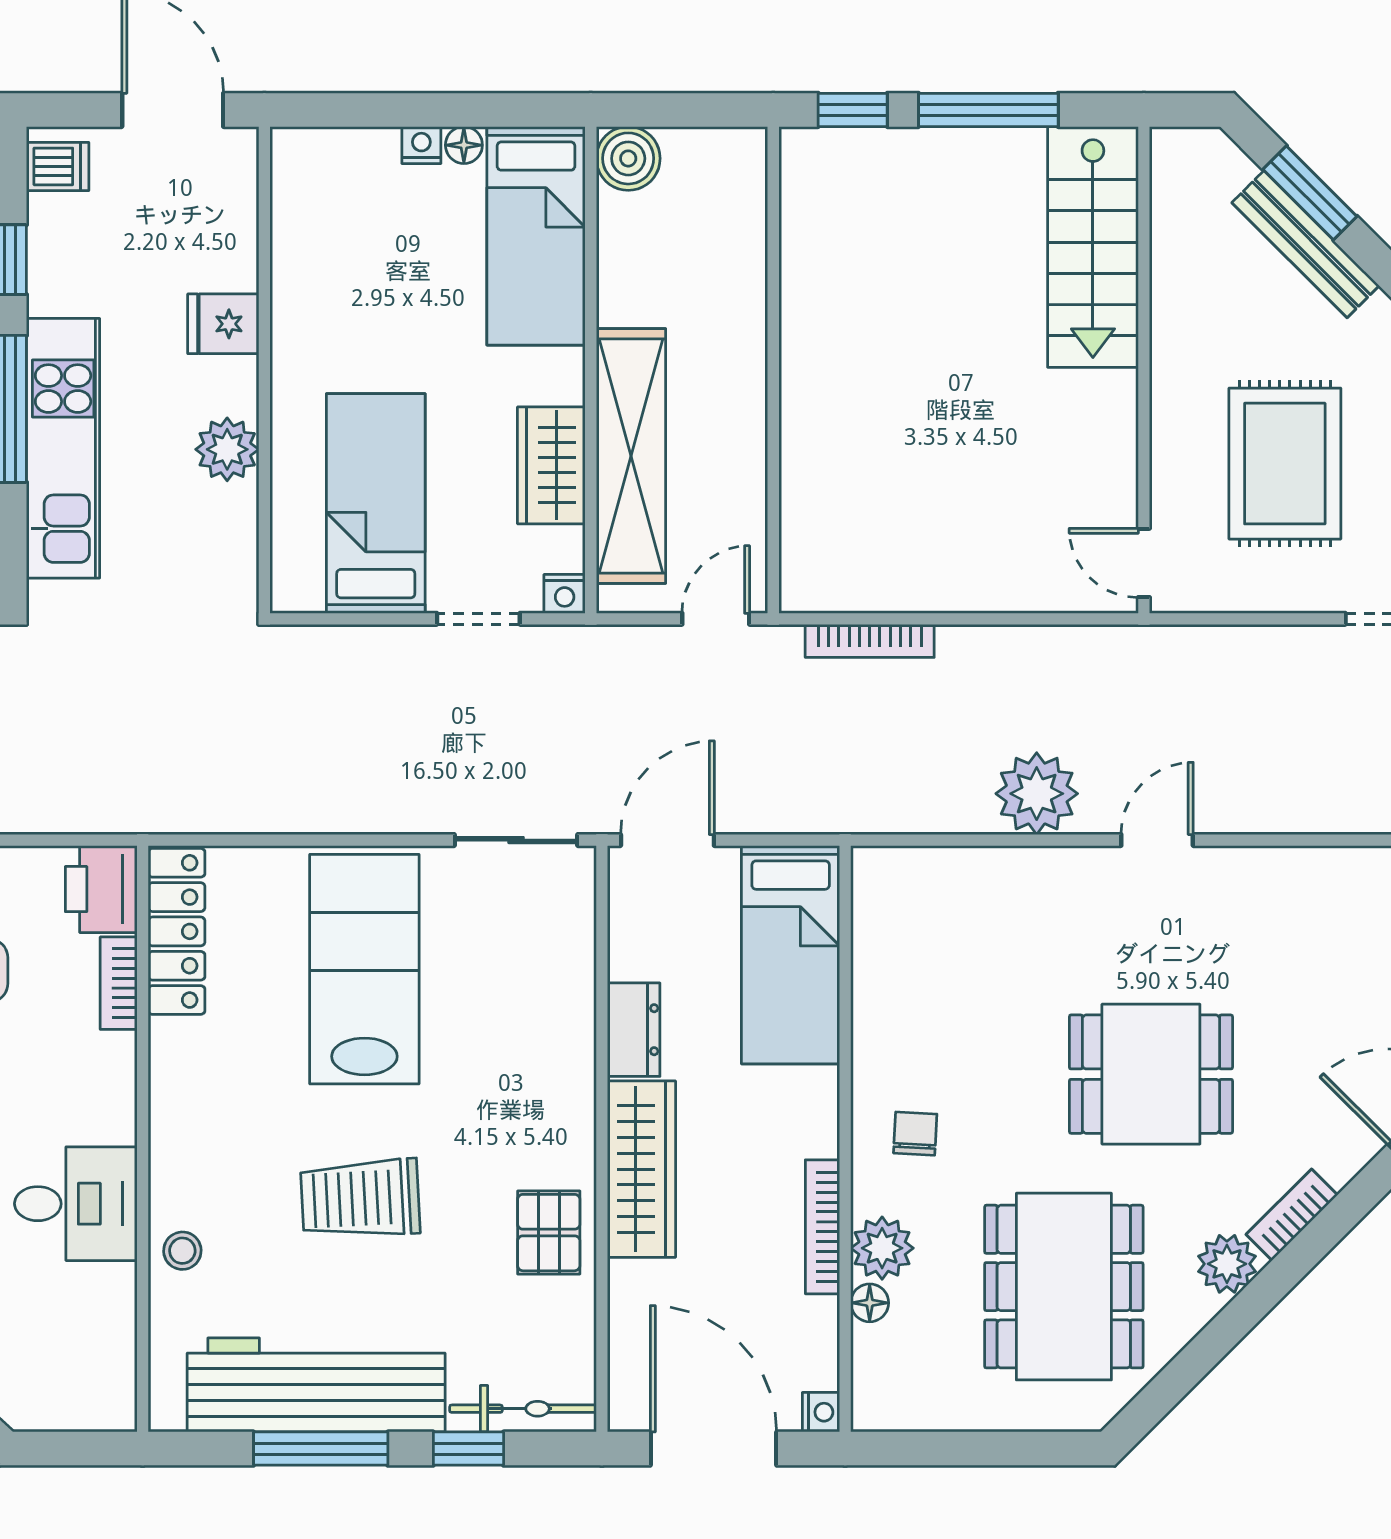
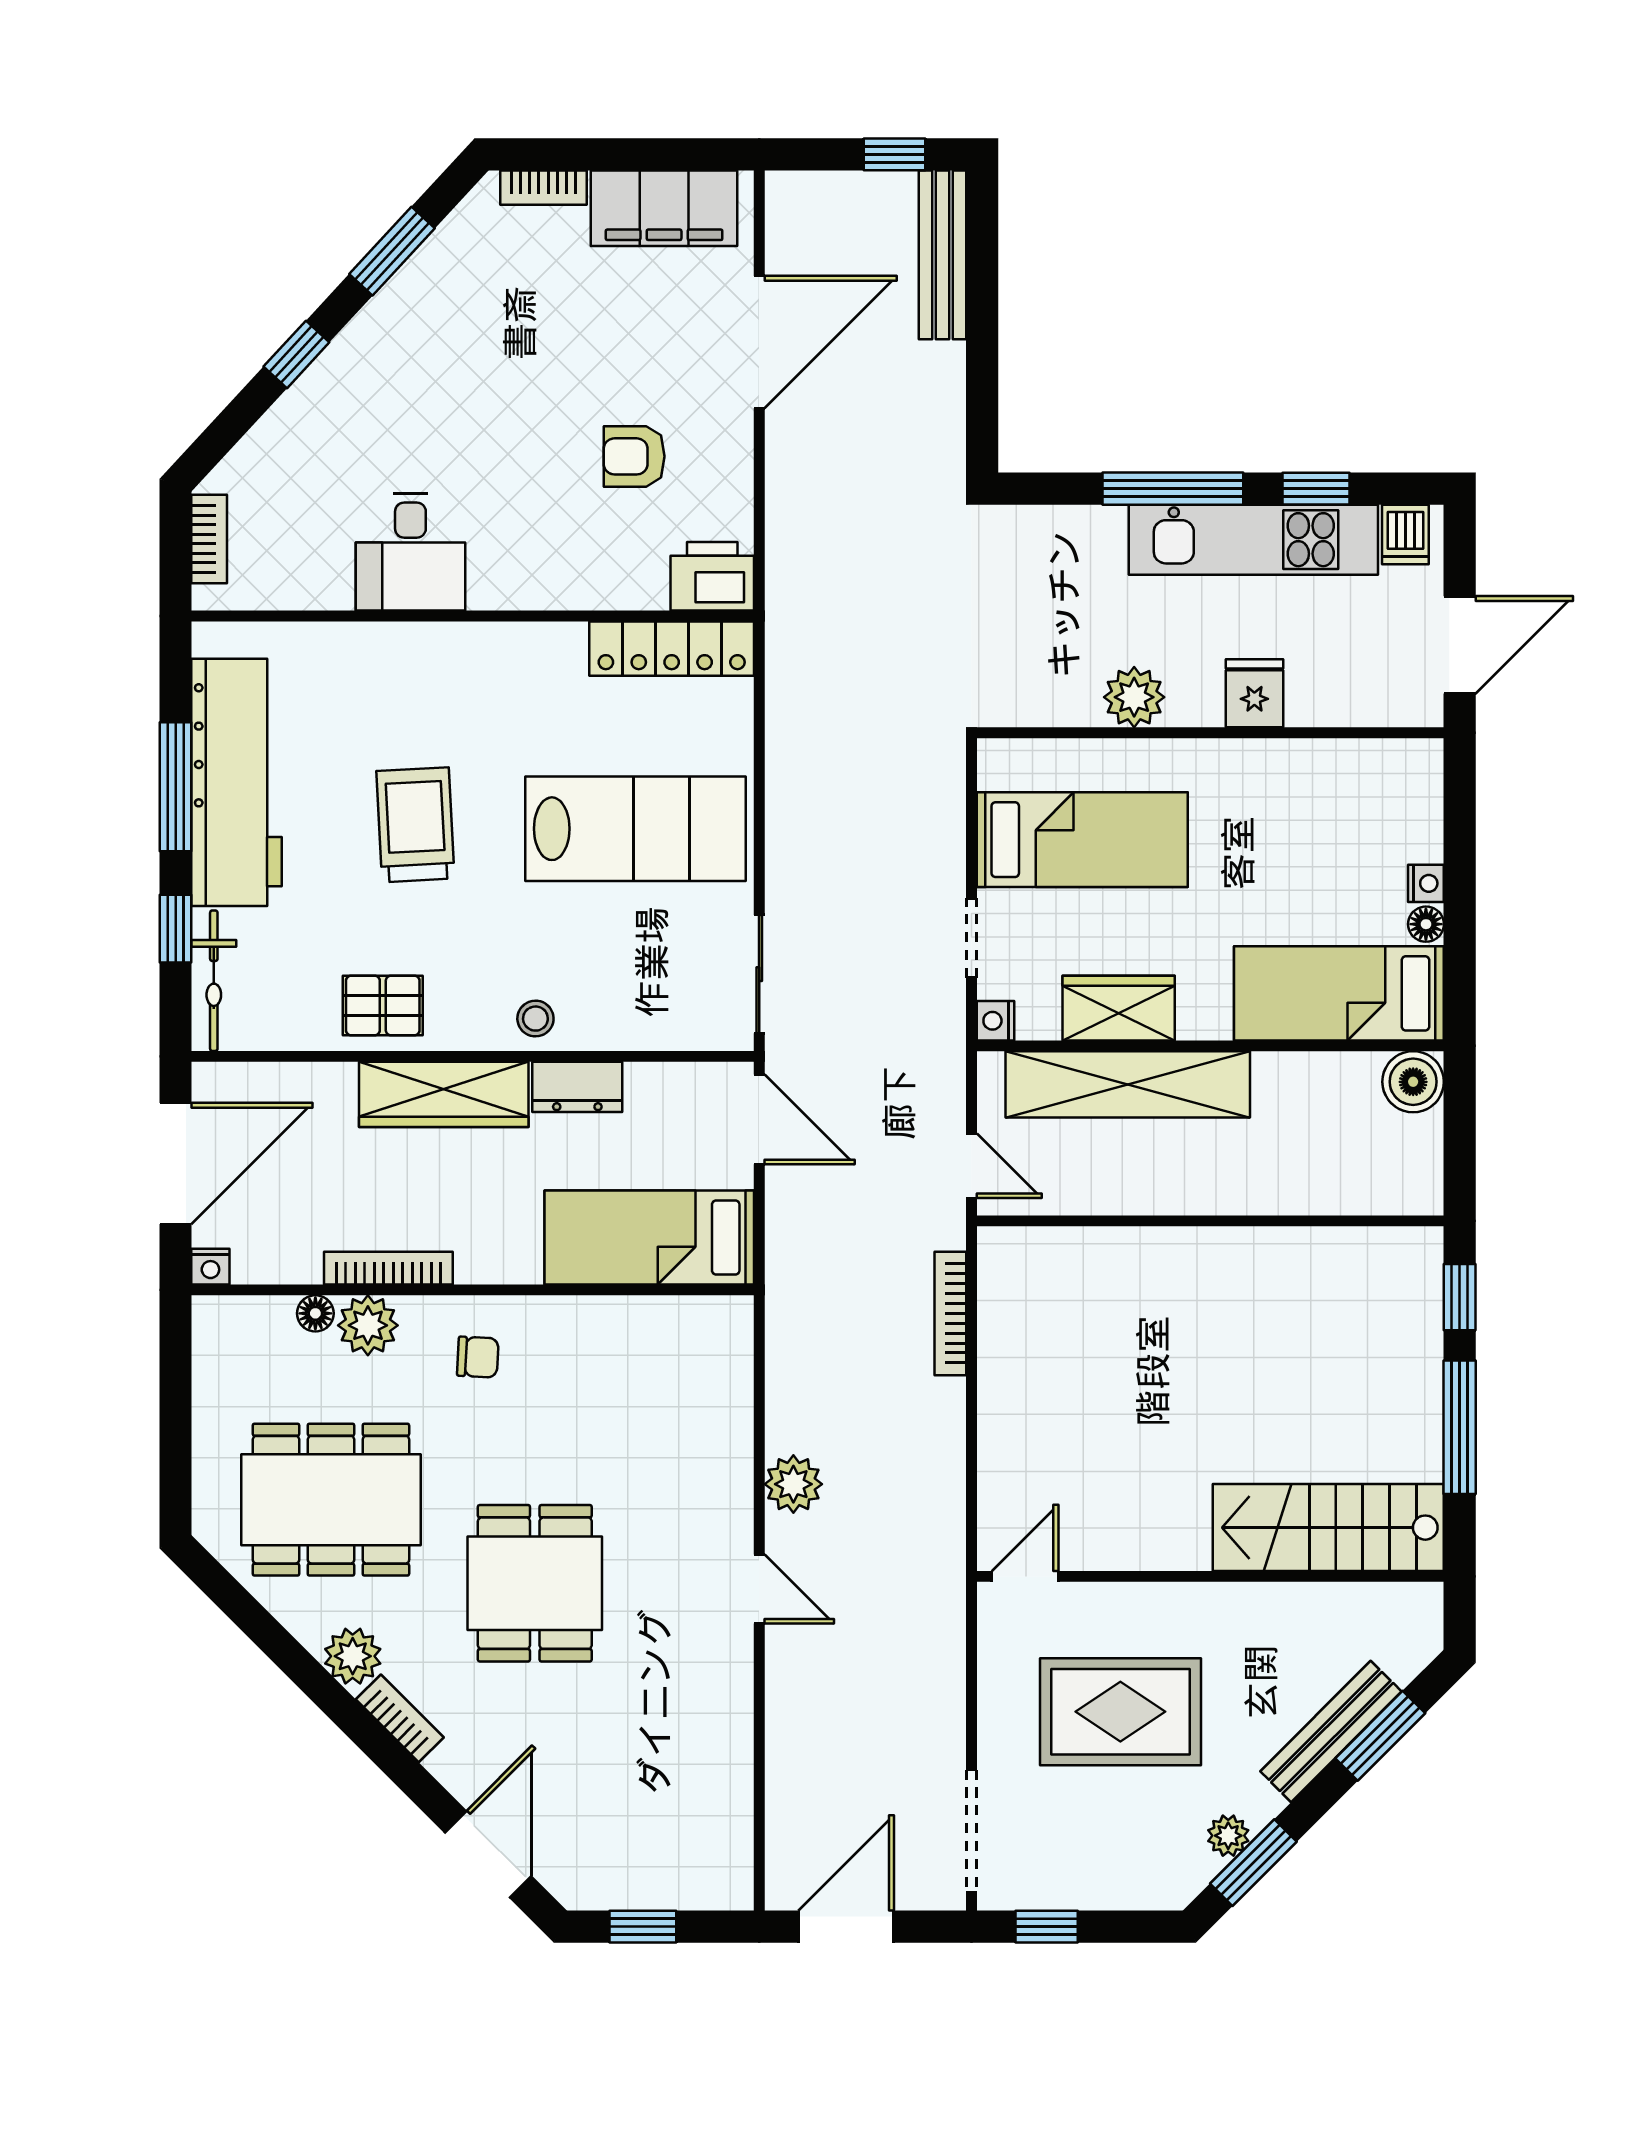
kitchen unit: (63, 448) -> (1253, 540), moved
plant: (1037, 794) -> (793, 1484), width x0.73, depth x0.73
bookcase: (119, 983) -> (209, 539), moved, turned 90
stool: (182, 1251) -> (535, 1019), moved

